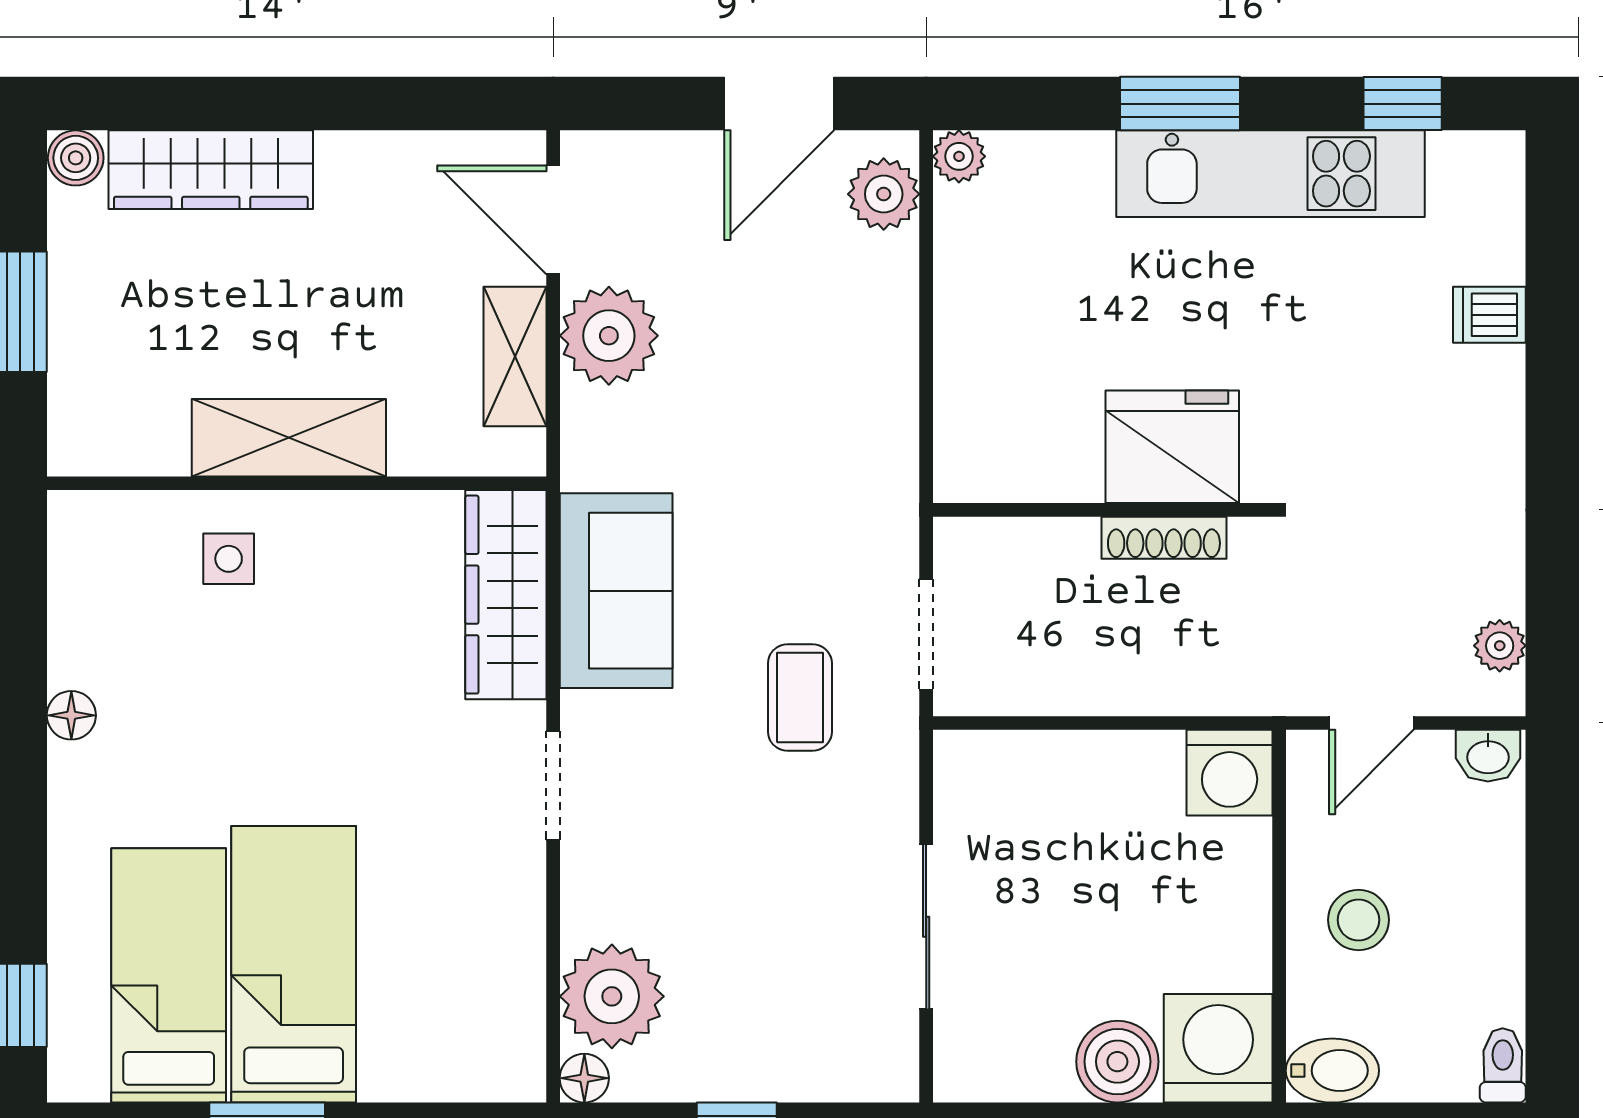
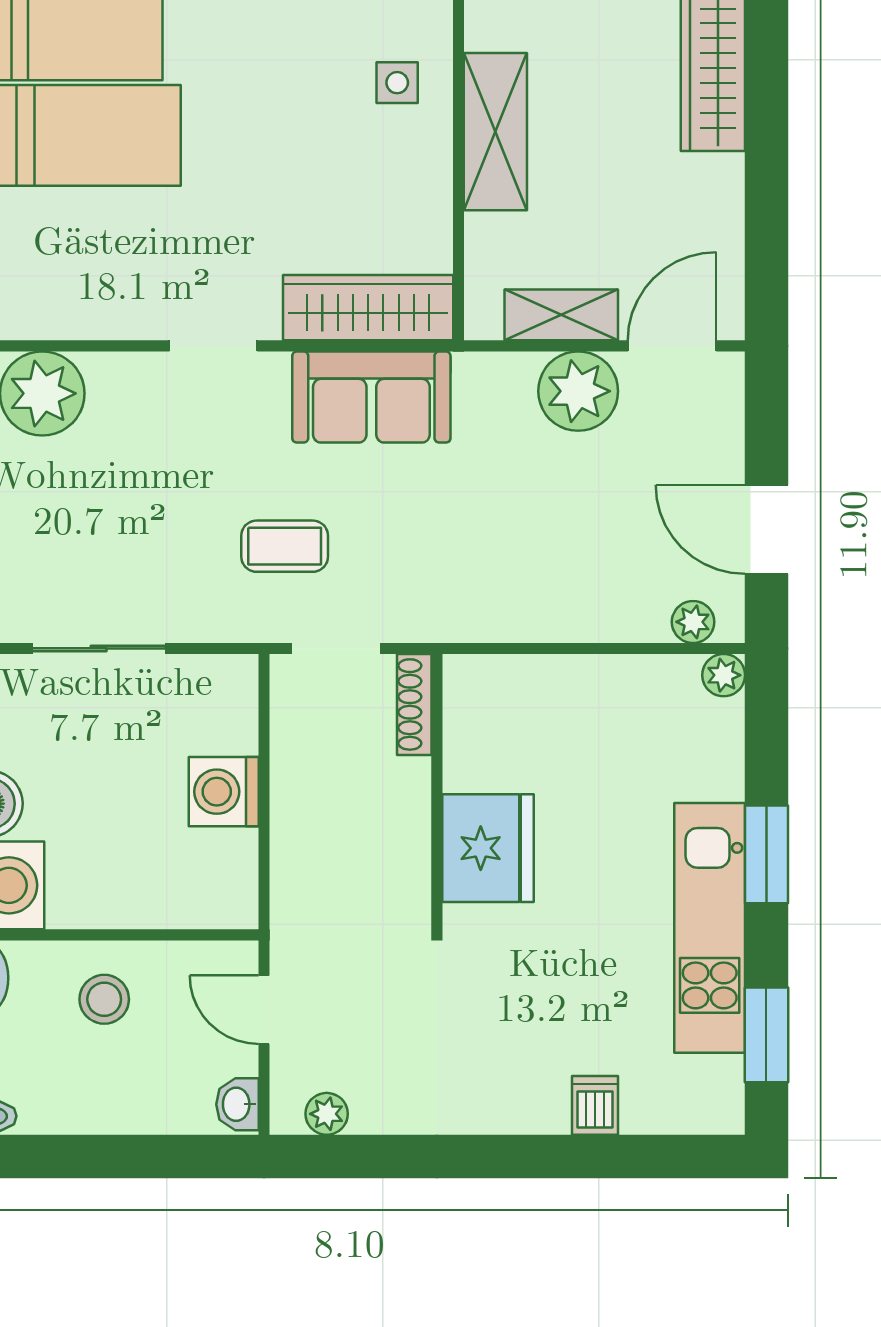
window: (1403, 104) -> (766, 1035), width x1.50
plant: (884, 194) -> (693, 622), width x0.73, depth x0.73
shoe rack: (1164, 538) -> (414, 704), moved
washing machine: (1230, 773) -> (224, 792), moved

